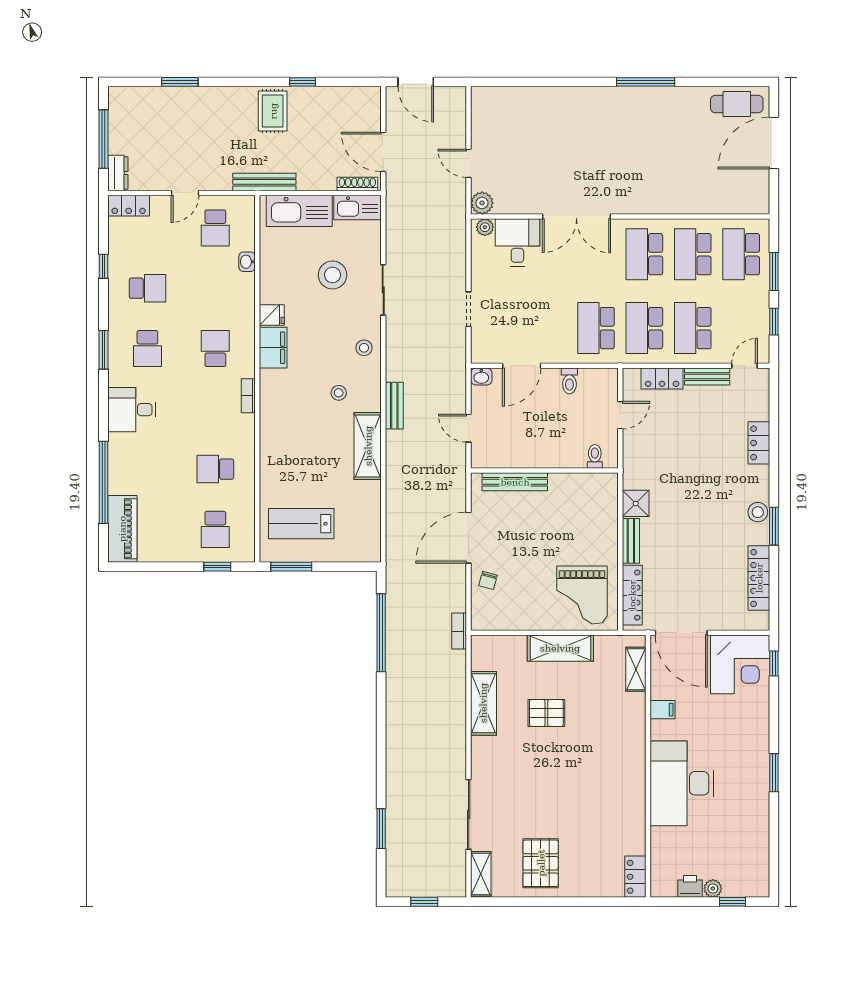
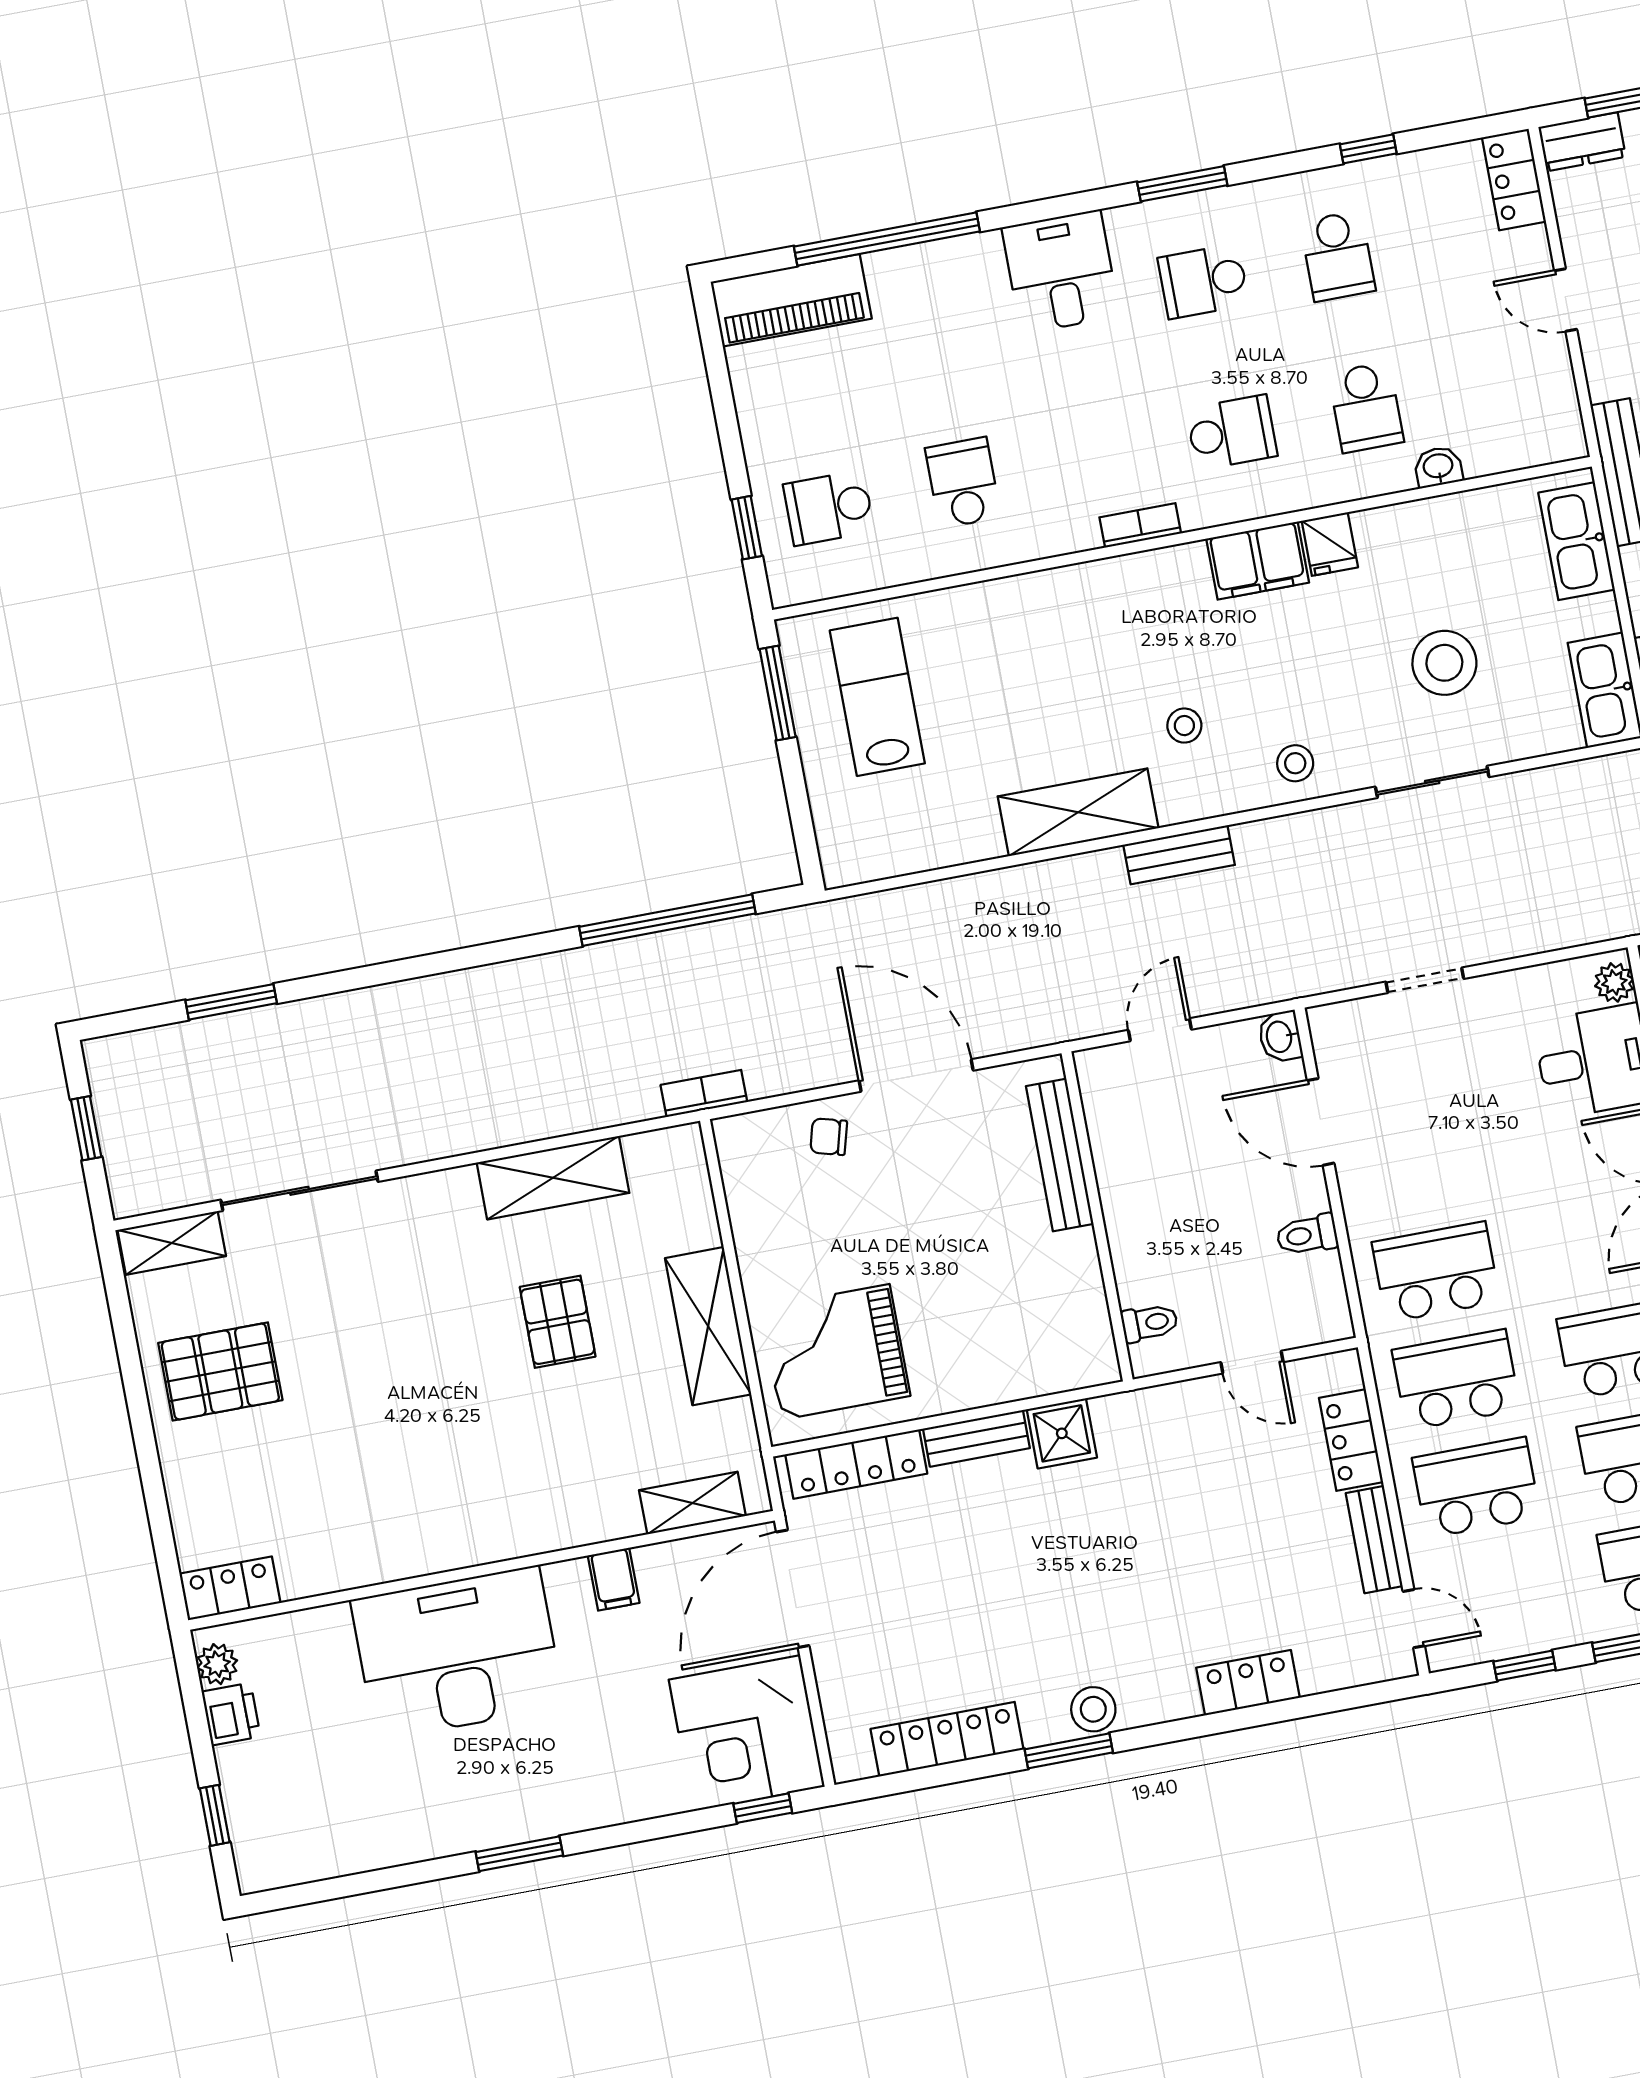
kitchen sink: (299, 211) -> (1577, 541), width x0.73, depth x0.81
school desk: (215, 228) -> (1366, 407), moved, turned -90
plant: (713, 888) -> (217, 1664), moved

